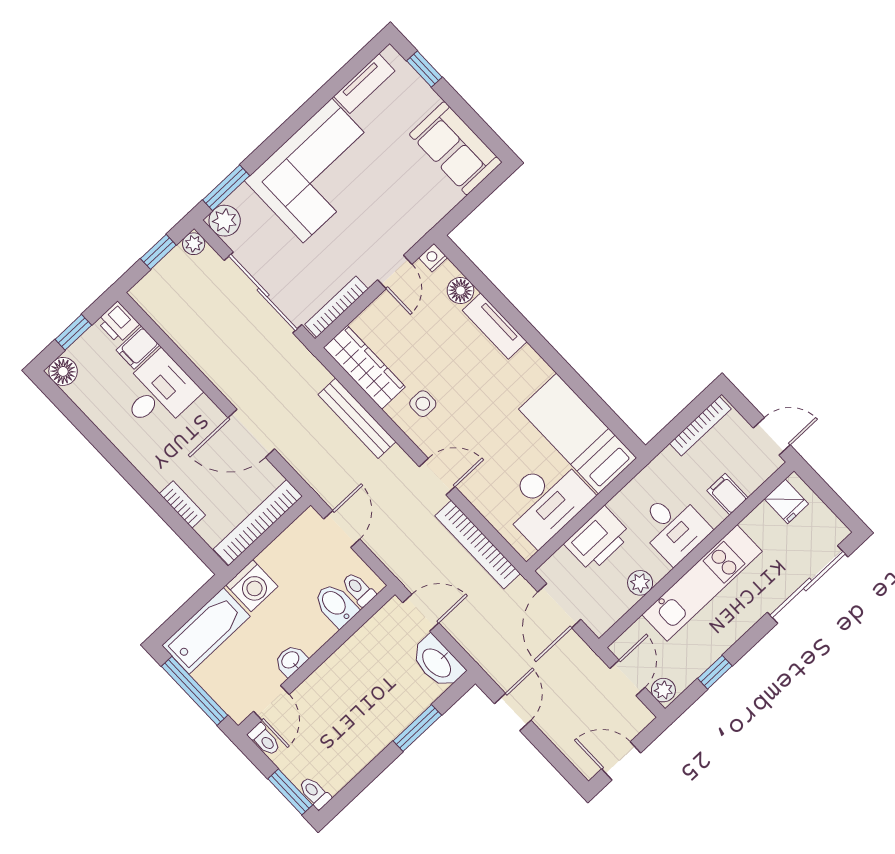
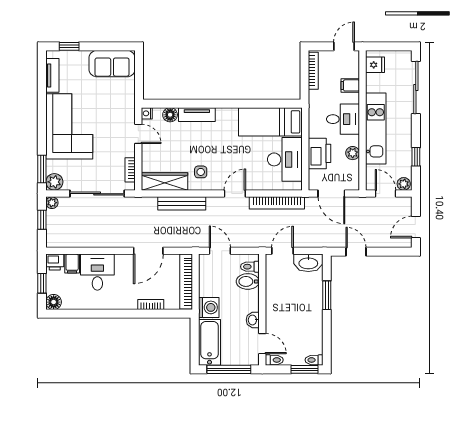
bookcase: (336, 307) -> (130, 170), width x0.64

